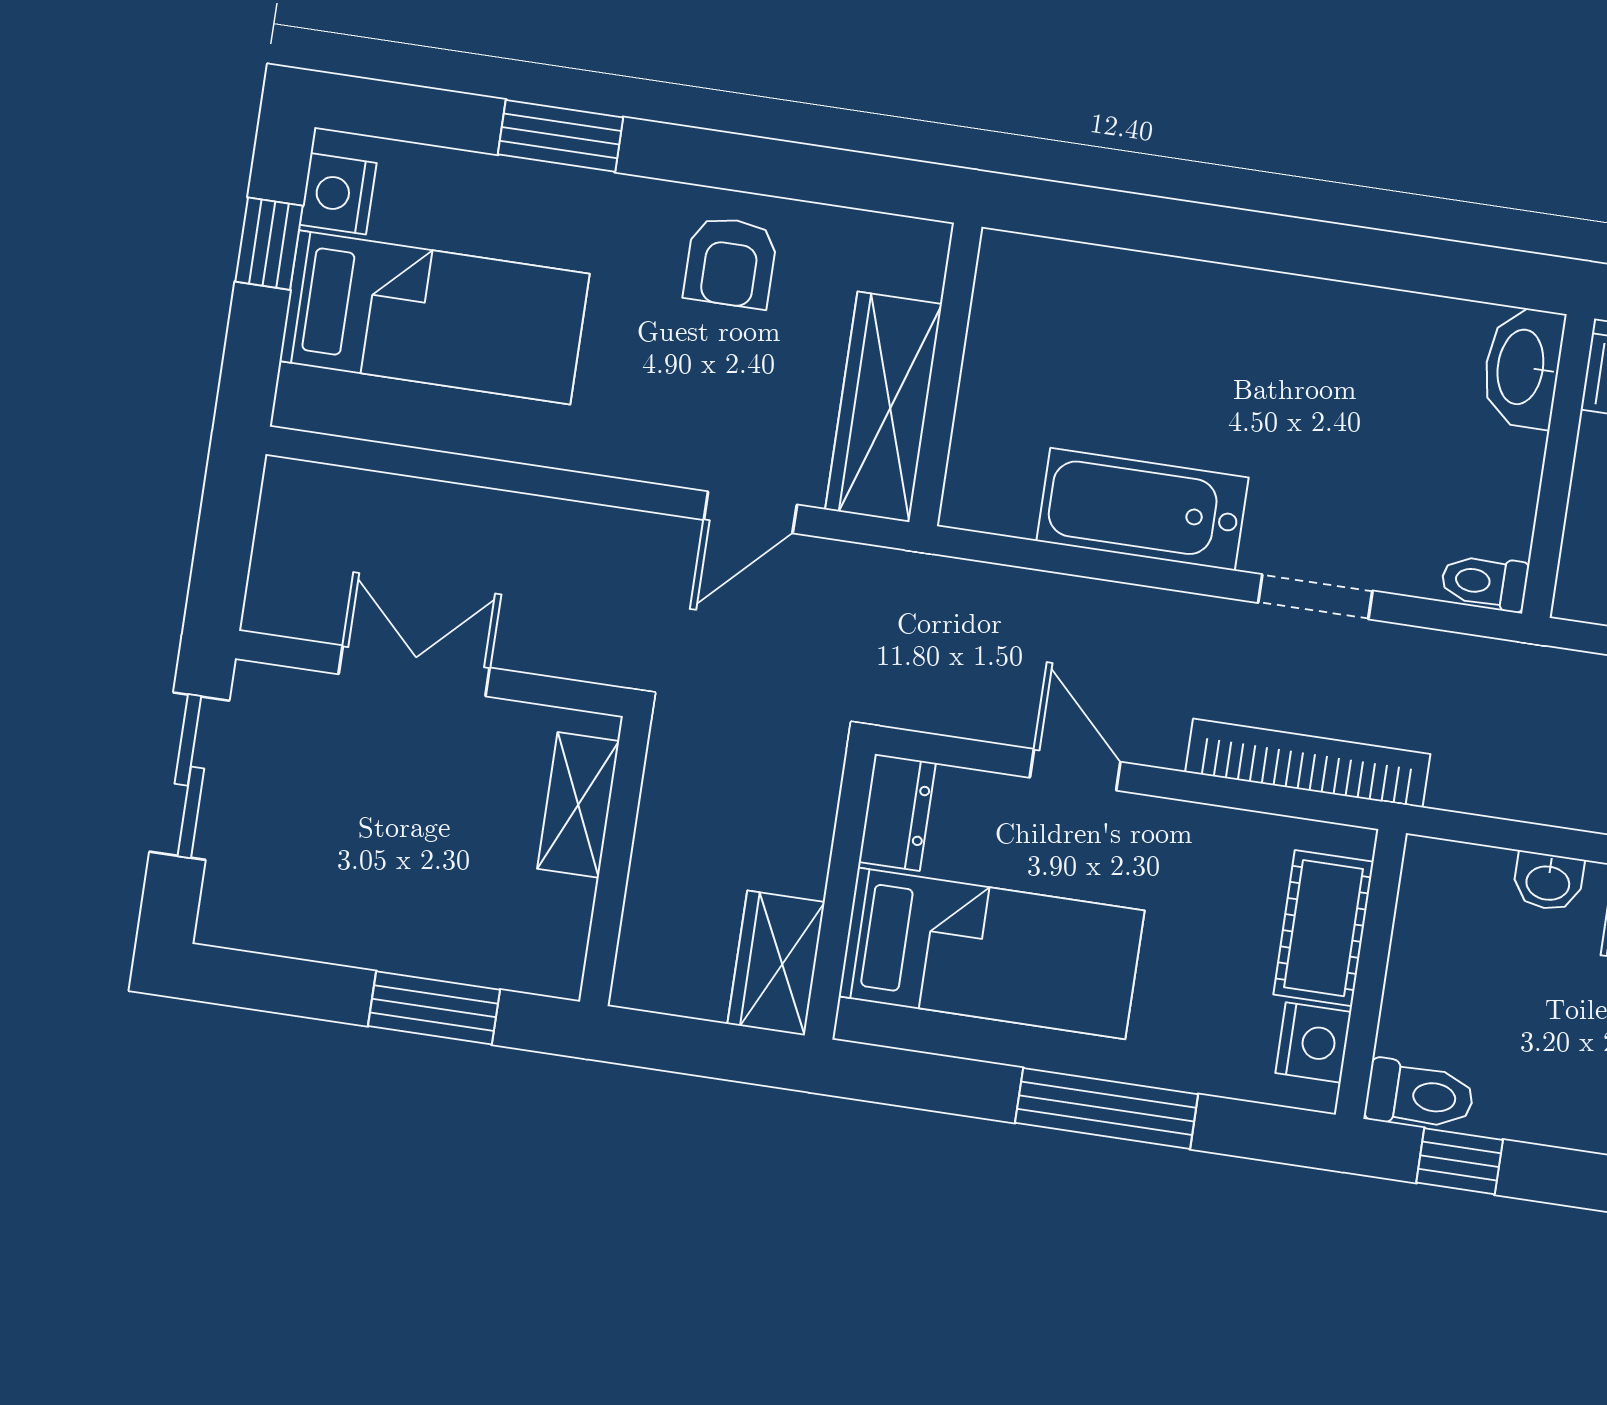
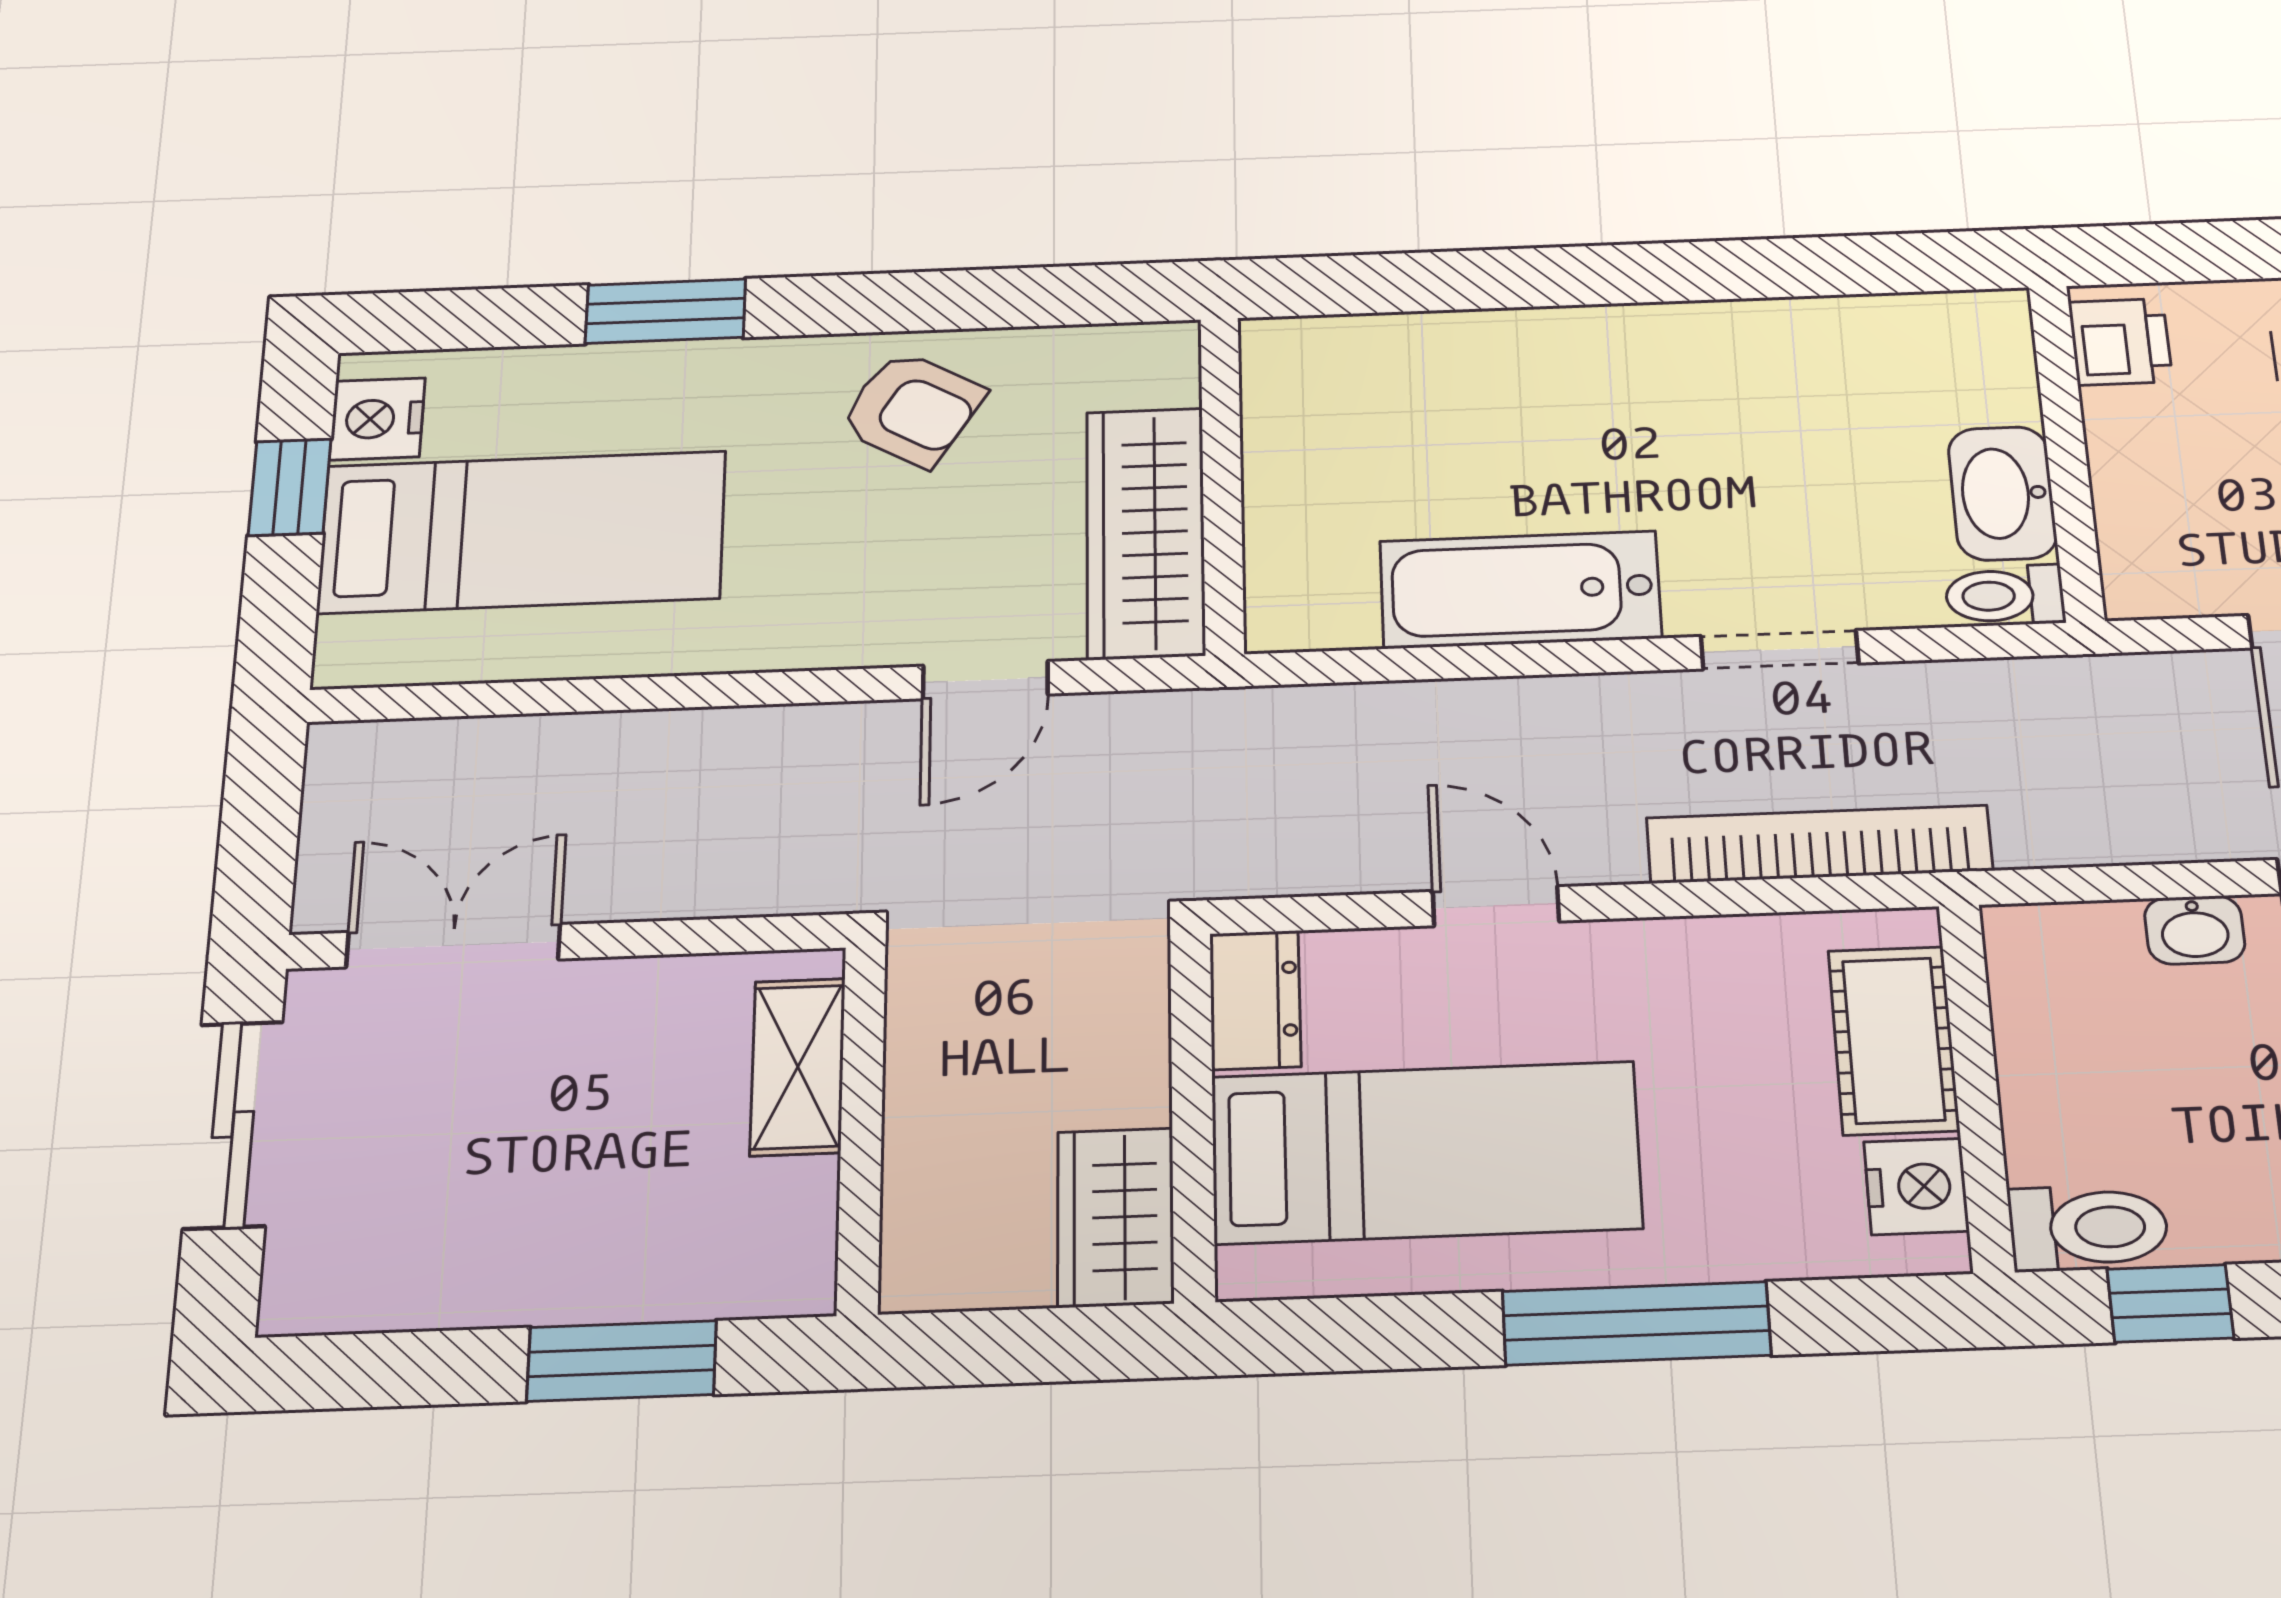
armchair: (731, 262) -> (912, 409), turned -59
washbasin: (1523, 367) -> (2002, 493), moved
double door: (414, 671) -> (453, 946), moved

